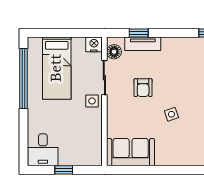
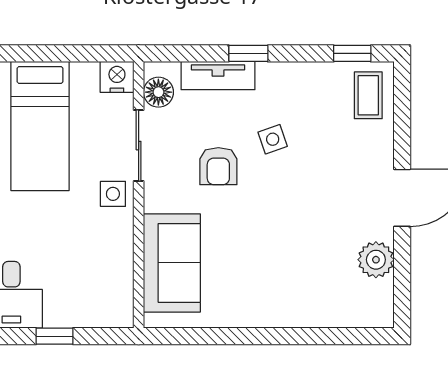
window: (139, 33) -> (248, 53), moved
side table: (171, 114) -> (273, 139), moved
sofa: (131, 152) -> (172, 263), moved, turned 90

